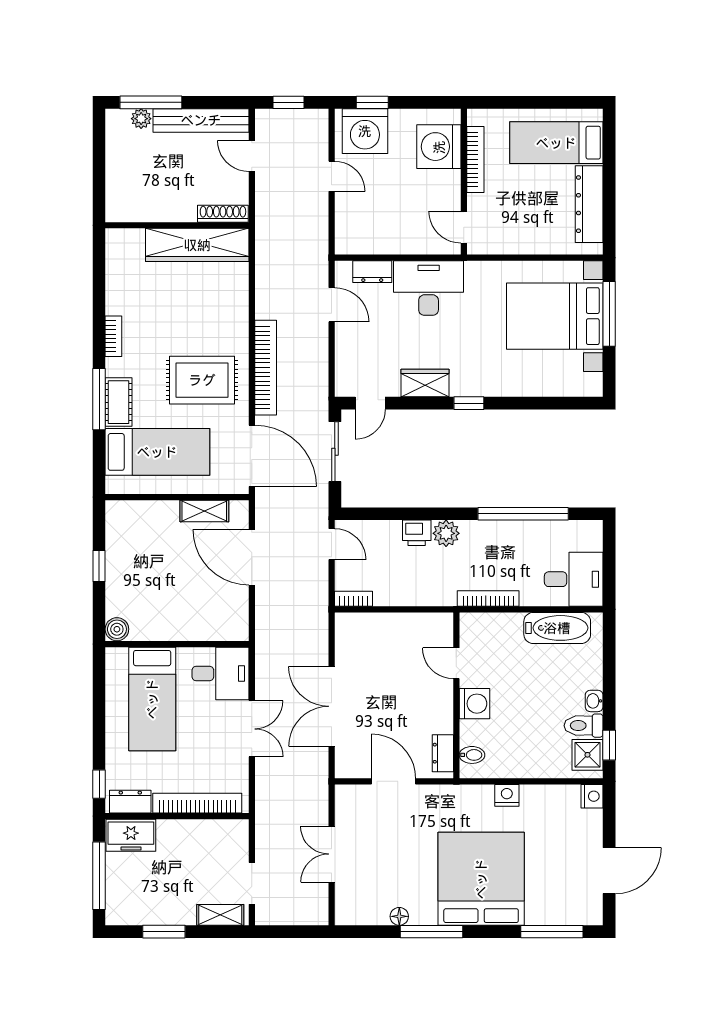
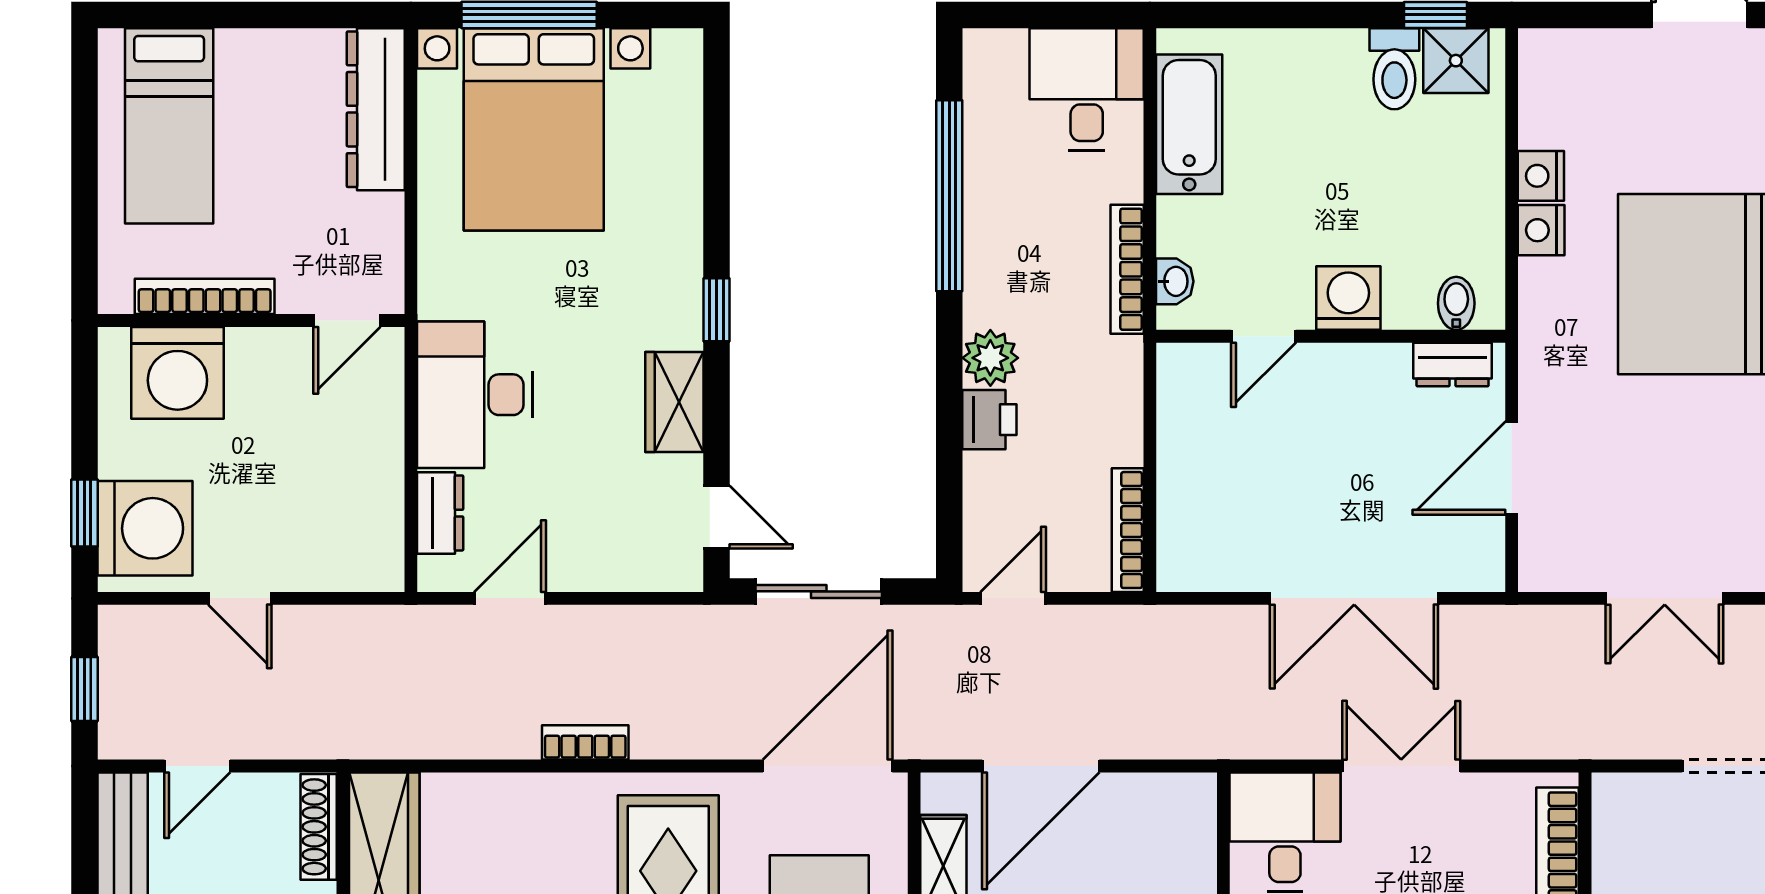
door: (332, 176) -> (240, 598), swing flipped
dresser: (589, 204) -> (376, 109), moved, turned 90
bookcase: (266, 368) -> (585, 742), width x0.43, depth x0.76
bookcase: (354, 599) -> (1128, 530), width x1.56
washbasin: (594, 701) -> (1175, 281), moved, turned -90
nightstand: (592, 796) -> (1541, 176), moved, turned -90

